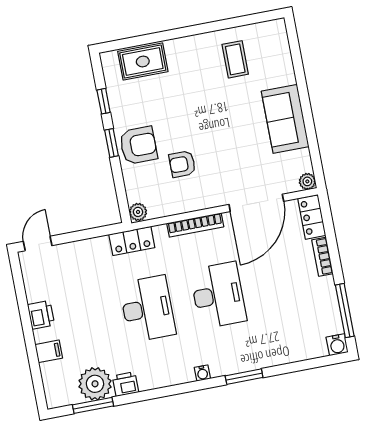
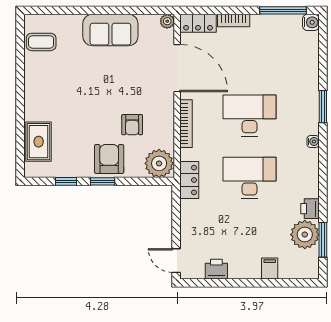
coffee table: (235, 59) -> (41, 42), moved
plant: (138, 212) -> (159, 163), width x1.87, depth x1.87
printer: (41, 315) -> (216, 269), moved

